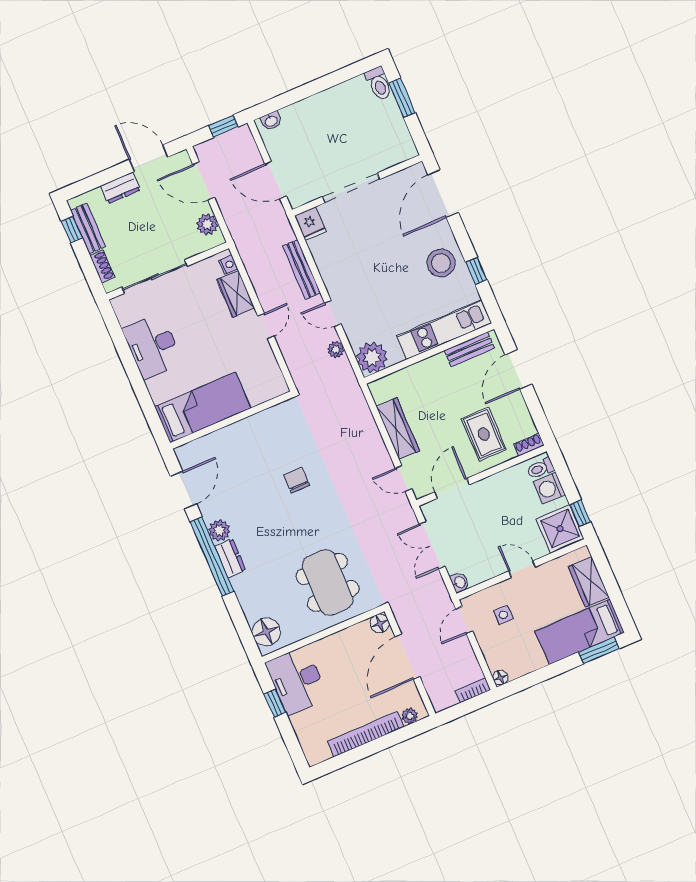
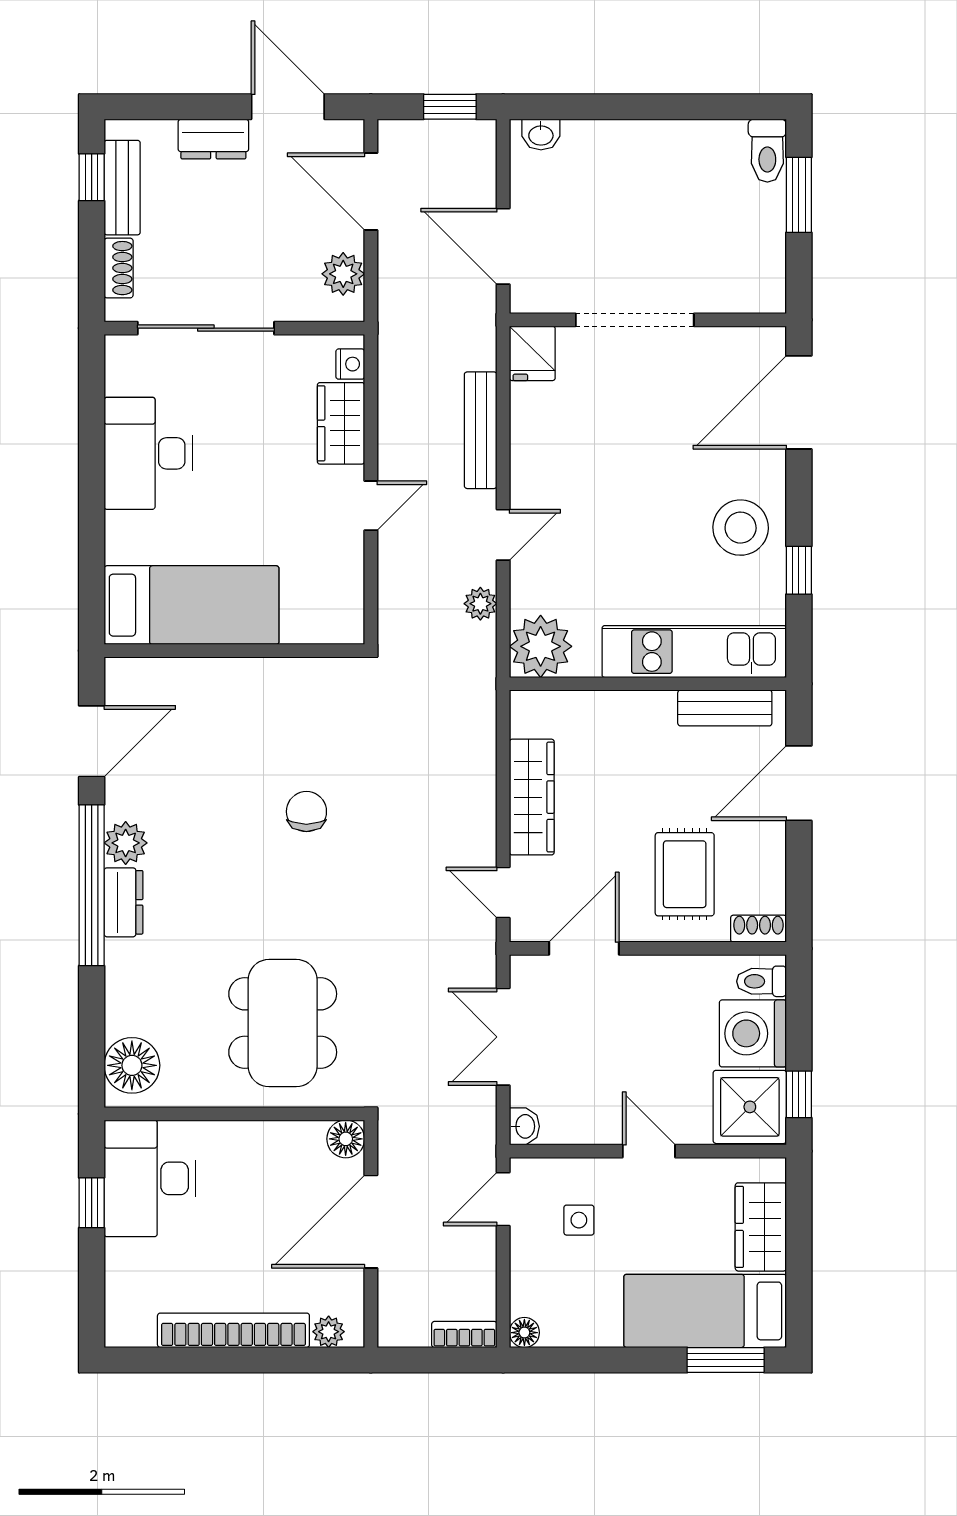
door: (333, 313) -> (503, 535), swing flipped
washing machine: (549, 488) -> (753, 1033), width x1.37, depth x1.37

